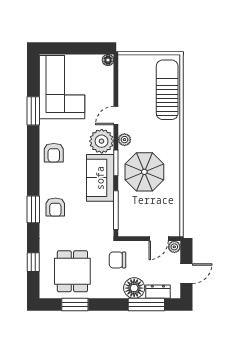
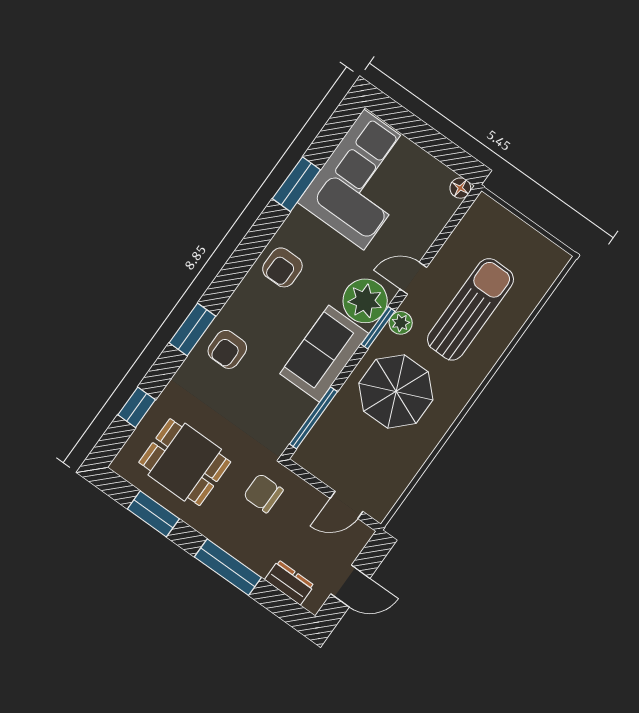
sun lounger: (167, 90) -> (470, 309), moved
window: (116, 163) -> (378, 328), moved
plant: (174, 247) -> (361, 534), removed
dining table: (72, 271) -> (185, 462), turned 90
floor lamp: (134, 288) -> (258, 552), removed
window: (146, 304) -> (228, 567), moved

